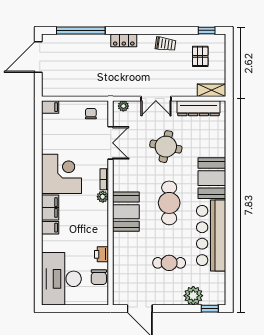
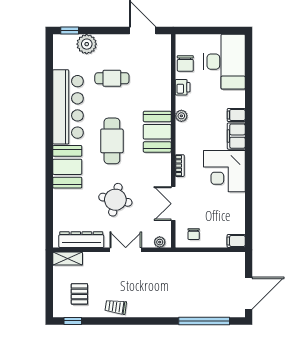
locker: (124, 40) -> (159, 311), removed
plant: (103, 197) -> (181, 116), moved
chair: (99, 277) -> (185, 63), turned 180

